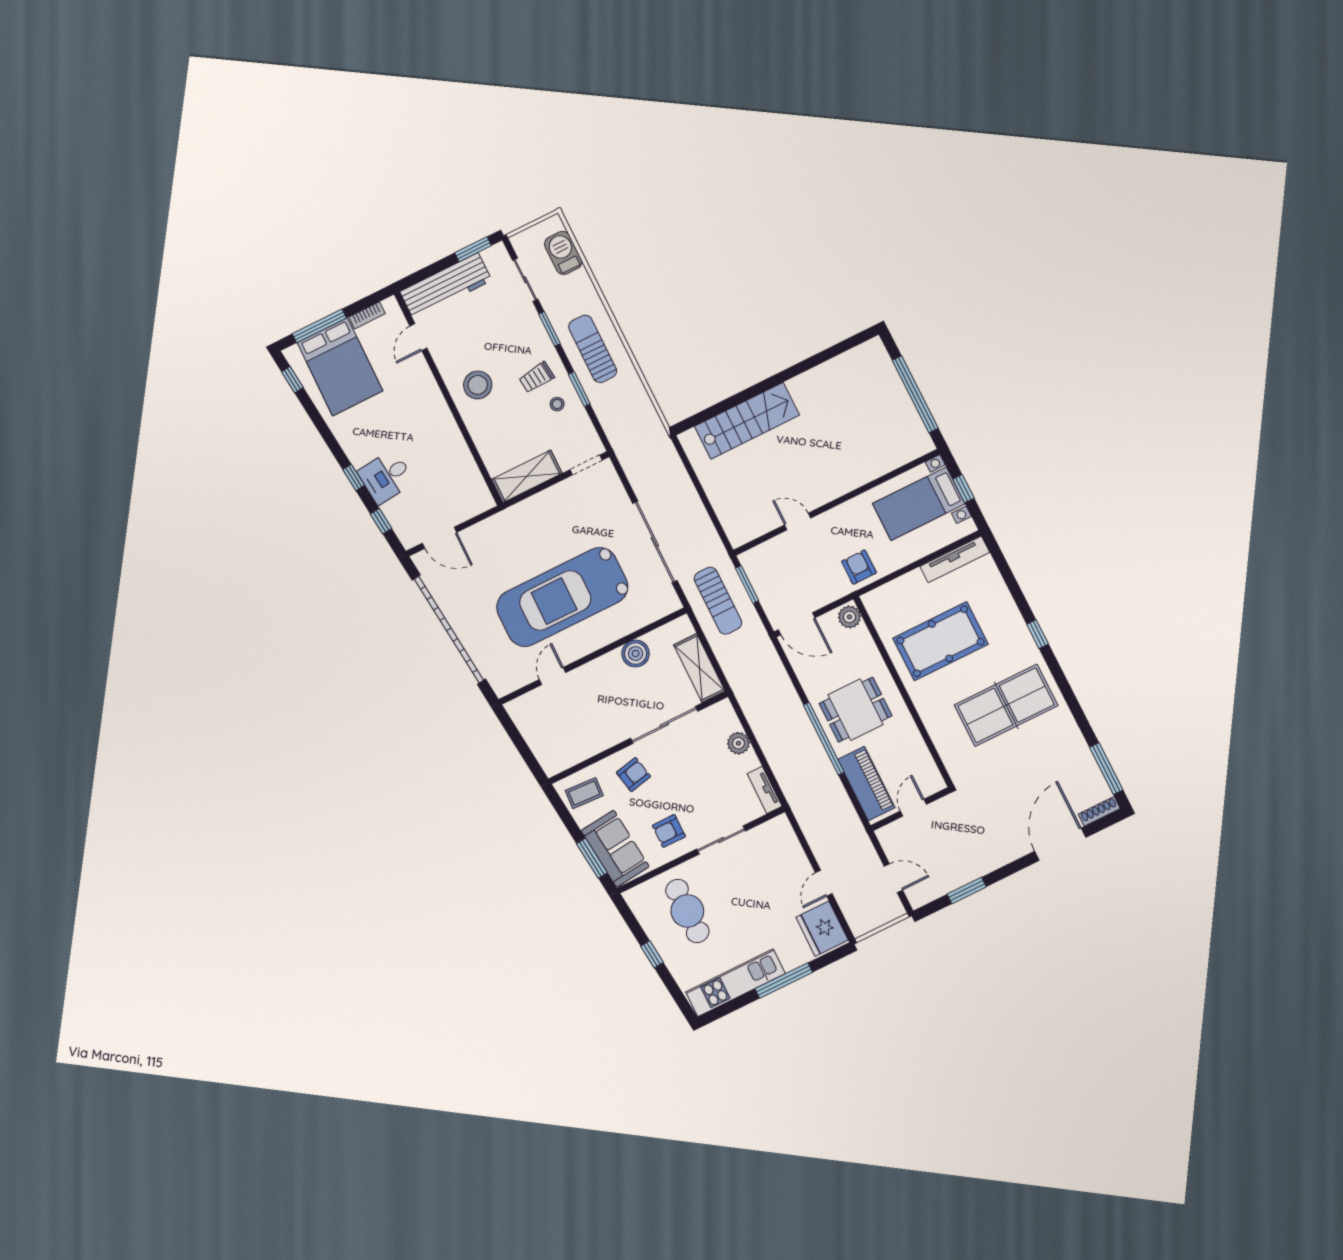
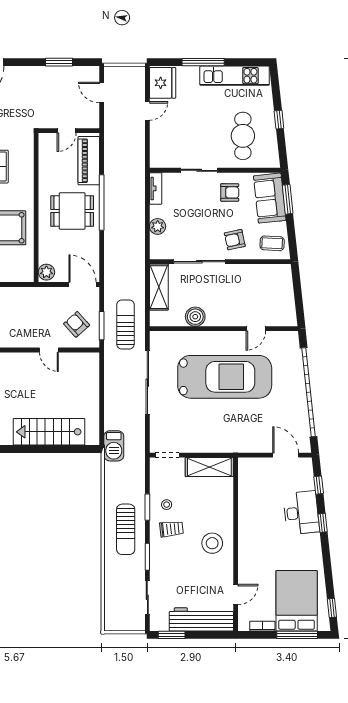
barbecue: (563, 253) -> (114, 446), moved
desk: (386, 477) -> (301, 513), width x1.37
armchair: (859, 567) -> (77, 324), moved, turned 138

